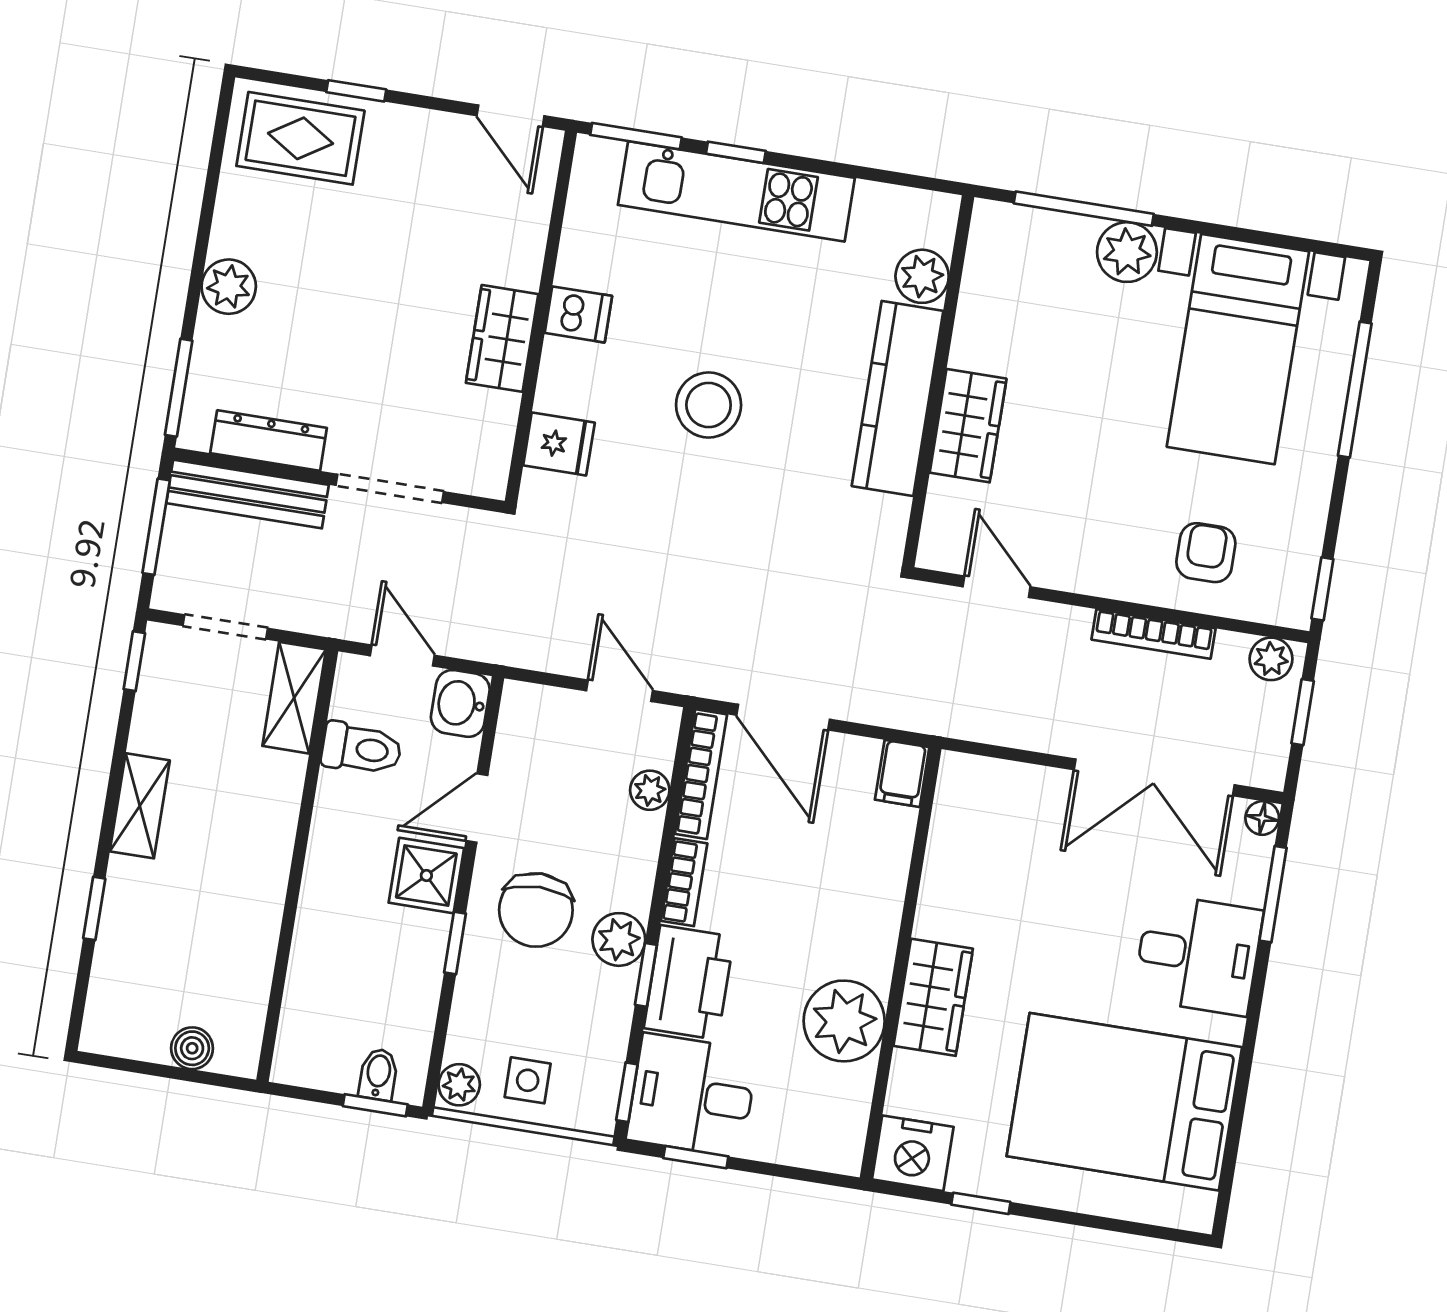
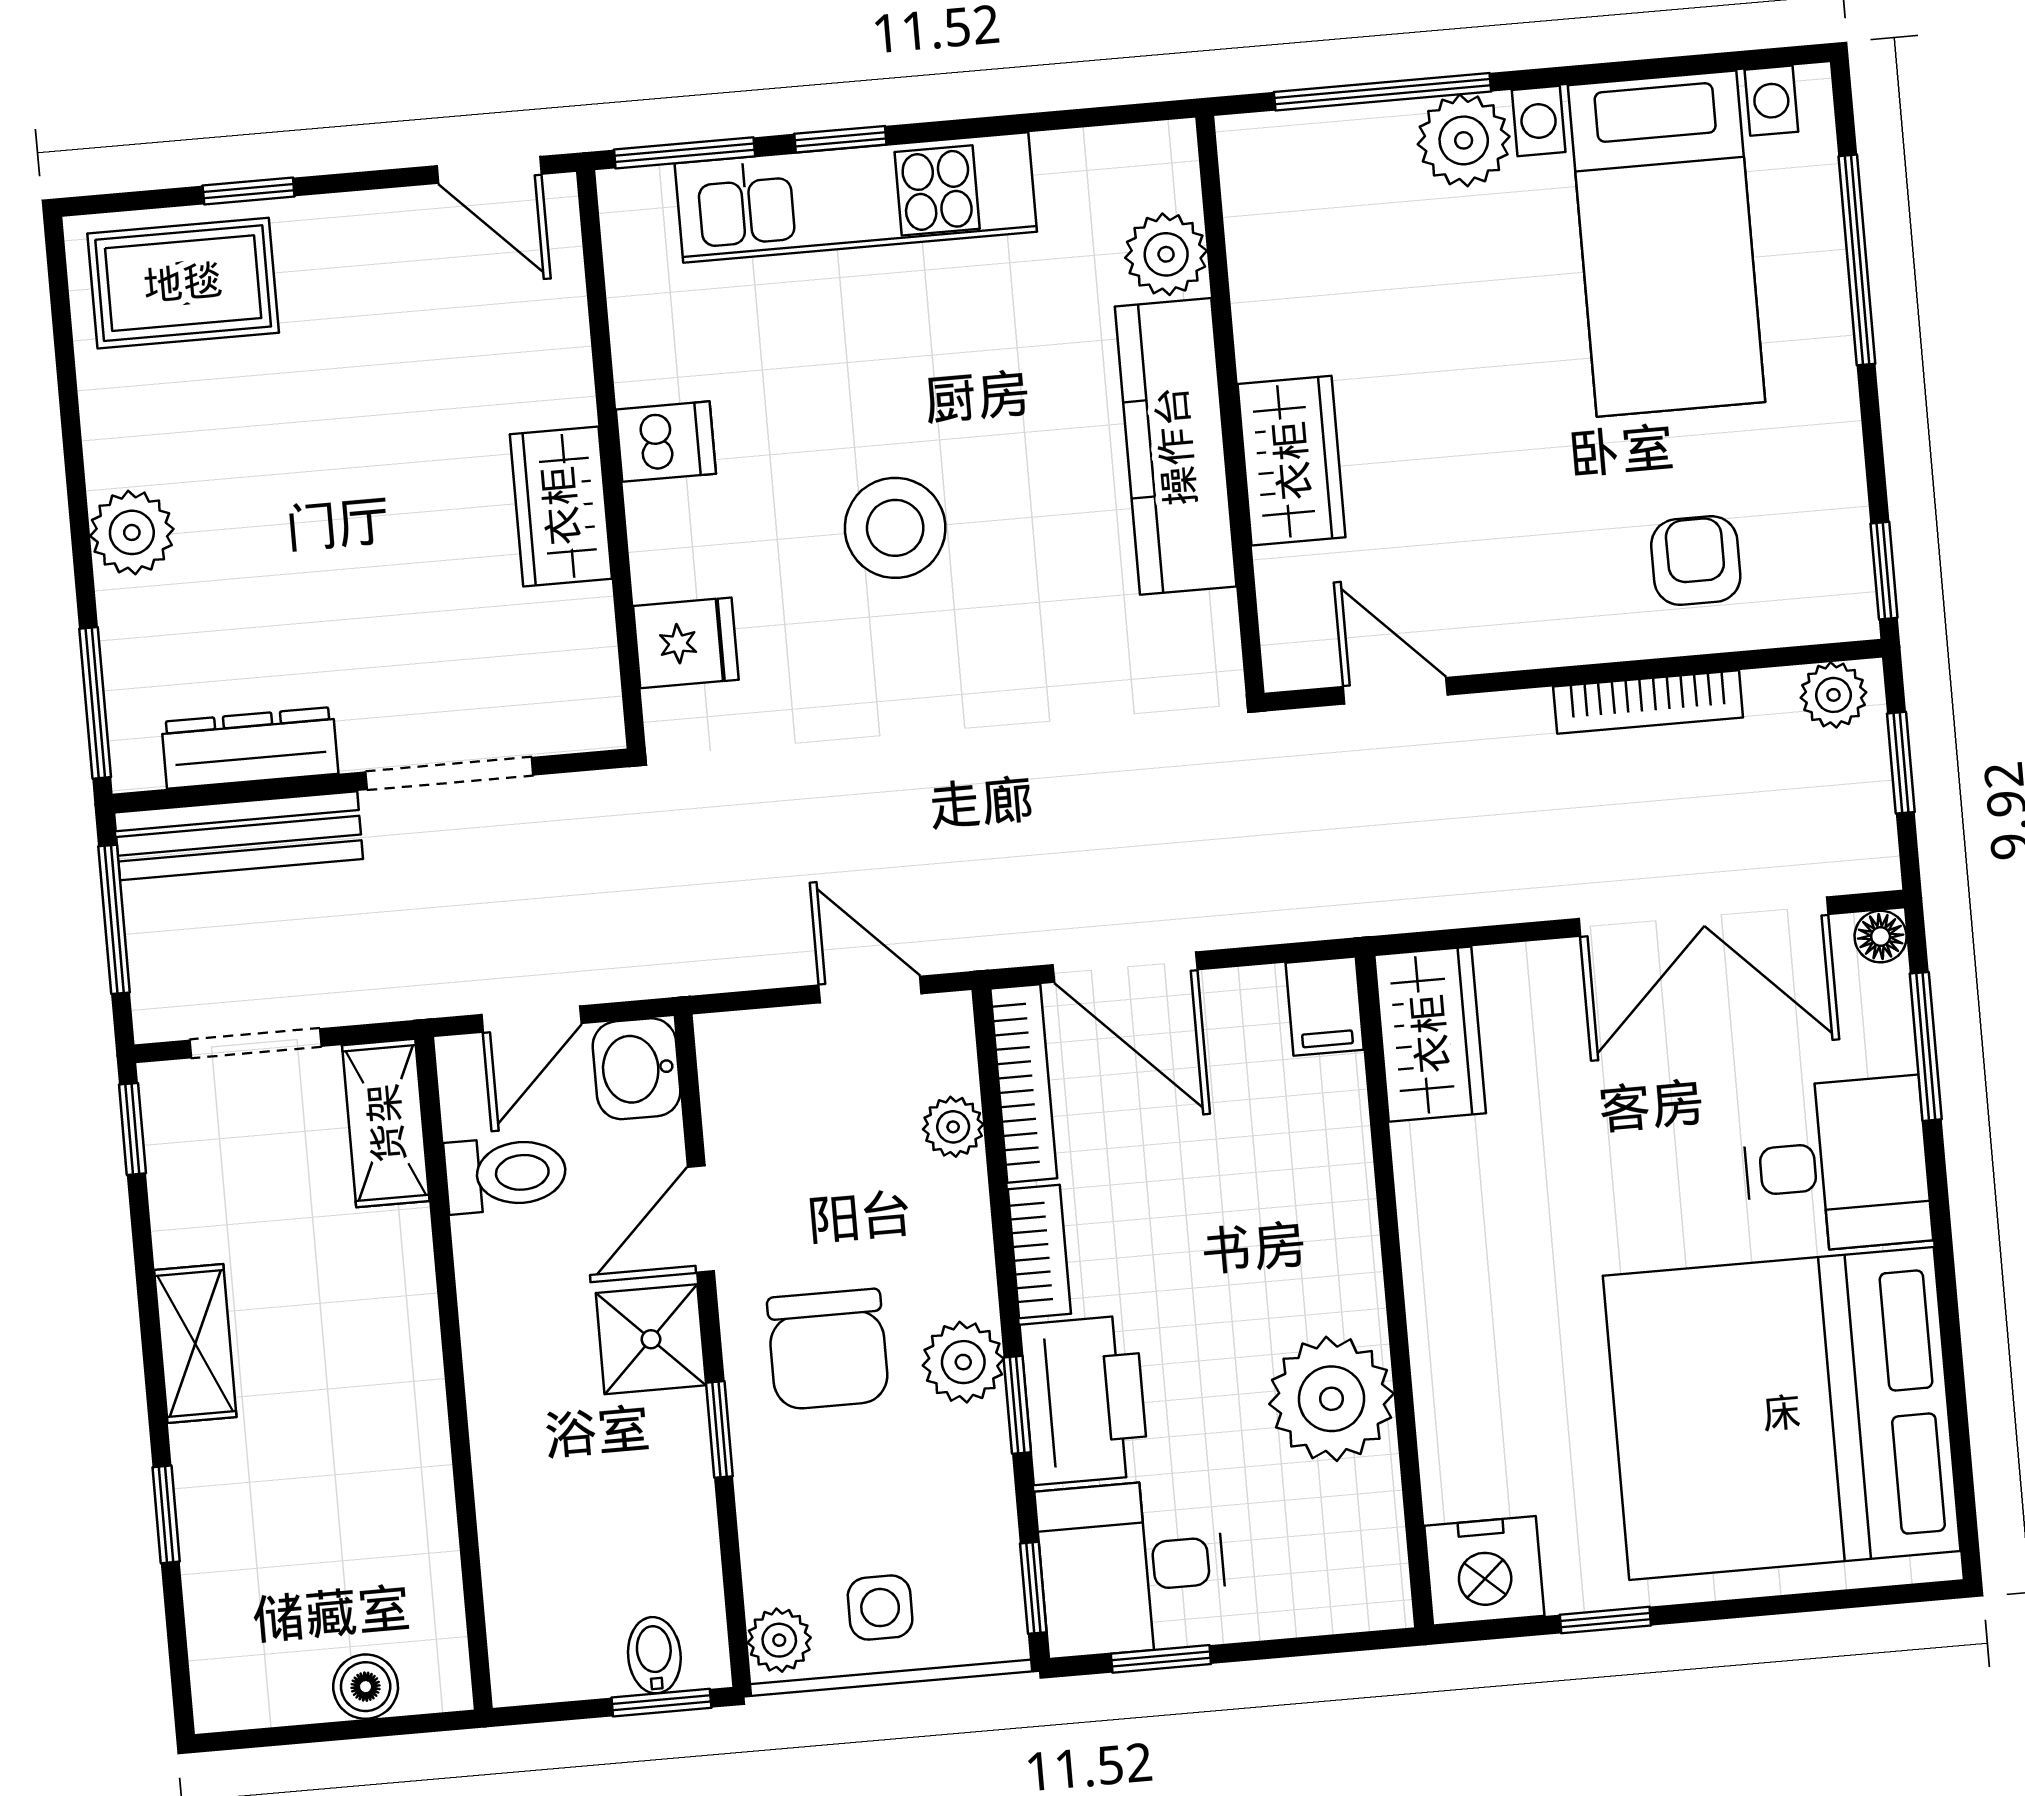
door: (402, 656) -> (531, 1019), swing flipped
wardrobe: (933, 997) -> (1430, 1034), moved
bed: (1124, 1102) -> (1782, 1413), width x1.36

